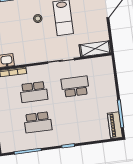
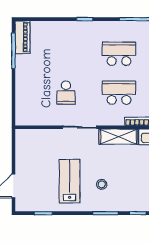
shelving: (95, 49) -> (118, 137), moved
school desk: (75, 86) -> (66, 93), width x0.54

